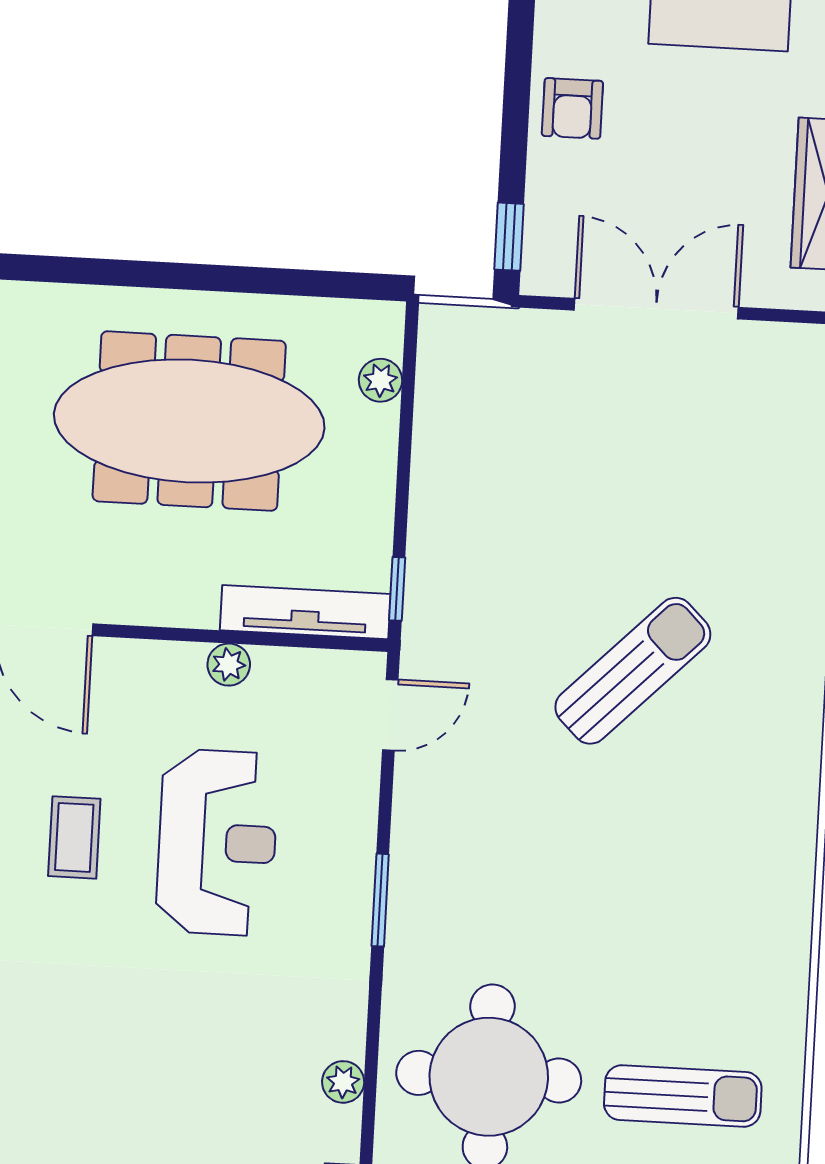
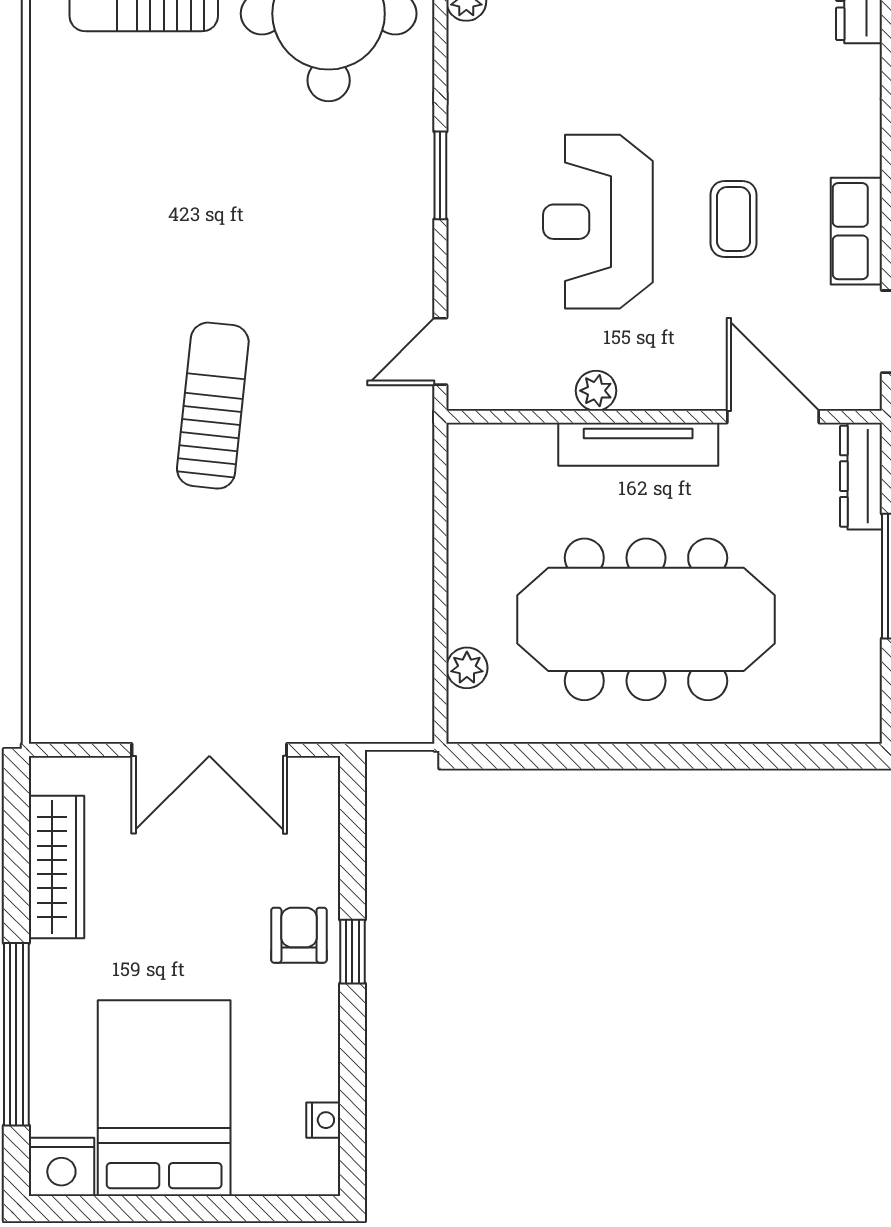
window: (509, 237) -> (352, 952), moved
window: (397, 589) -> (440, 471), removed
tv unit: (305, 612) -> (638, 444), moved
sun lounger: (633, 671) -> (213, 406), turned 141

